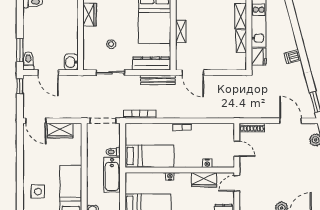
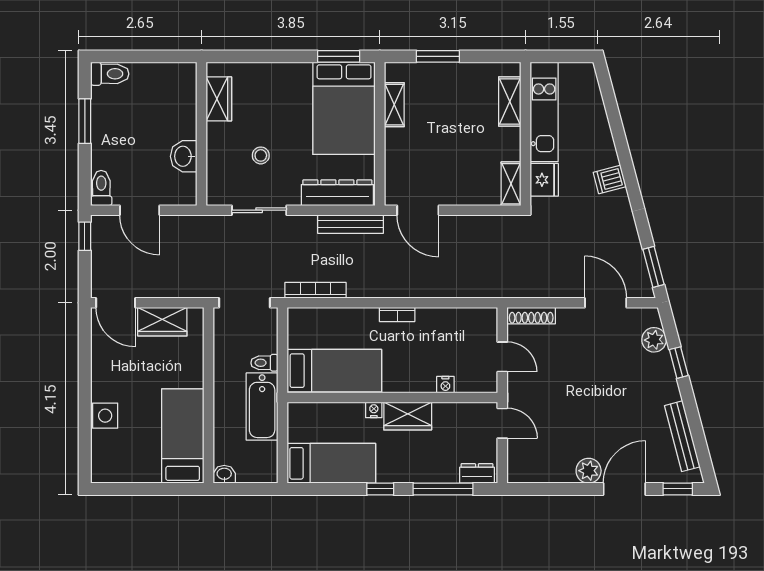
shelving: (181, 31) -> (394, 105), moved
shelving: (241, 41) -> (511, 184), moved
window: (20, 50) -> (85, 121), moved
washbasin: (71, 62) -> (184, 156), moved
wardrobe: (204, 180) -> (408, 416), moved
door: (237, 183) -> (502, 423), swing flipped
side table: (38, 191) -> (105, 416), moved

